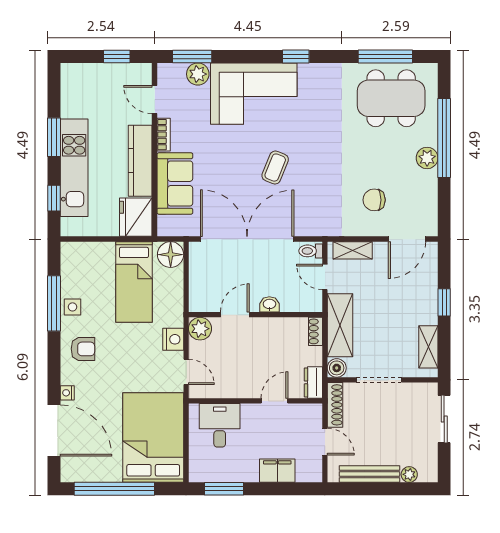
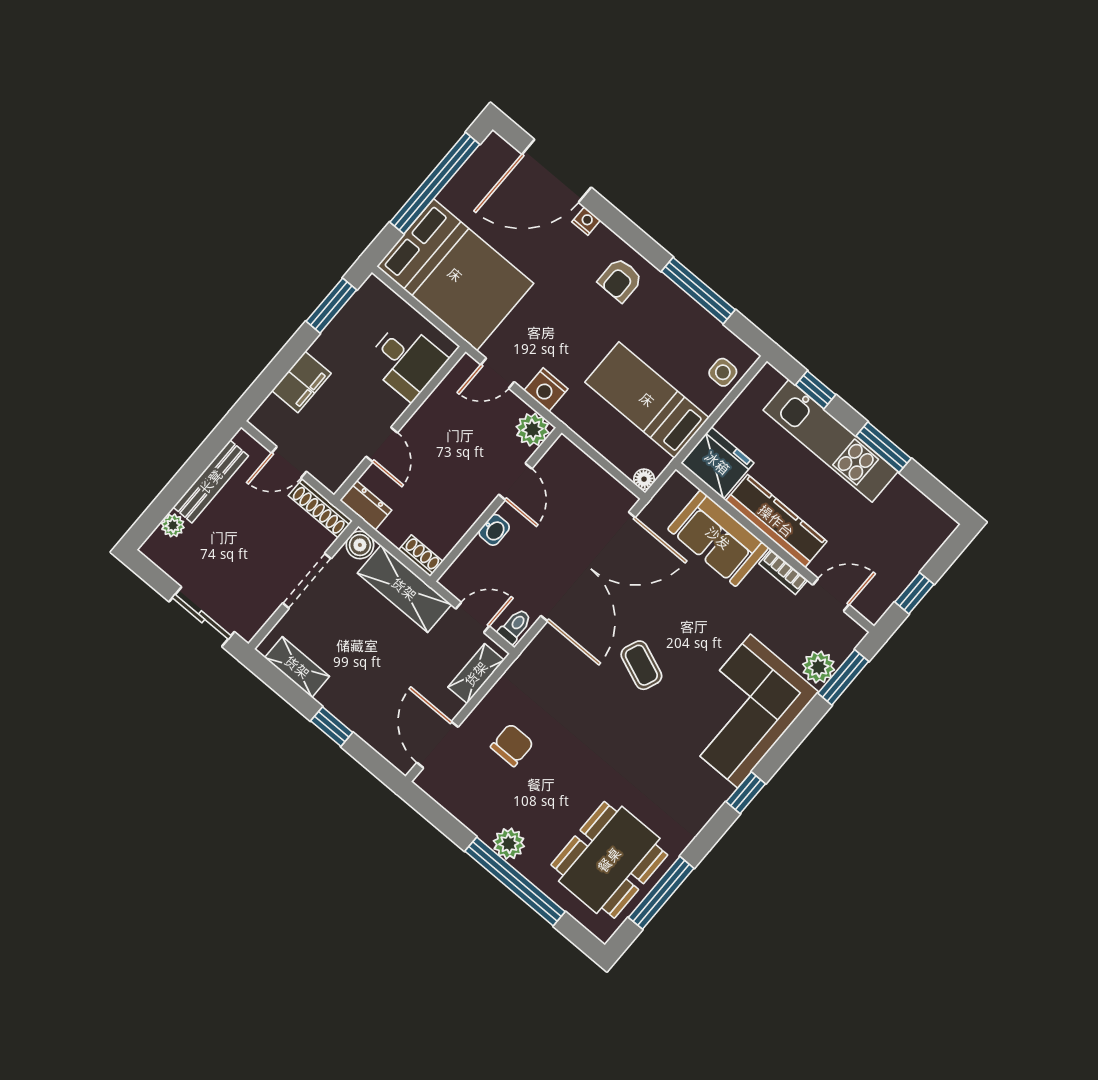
floor lamp: (171, 255) -> (644, 479), width x0.53, depth x0.53
side table: (73, 307) -> (723, 372), moved

